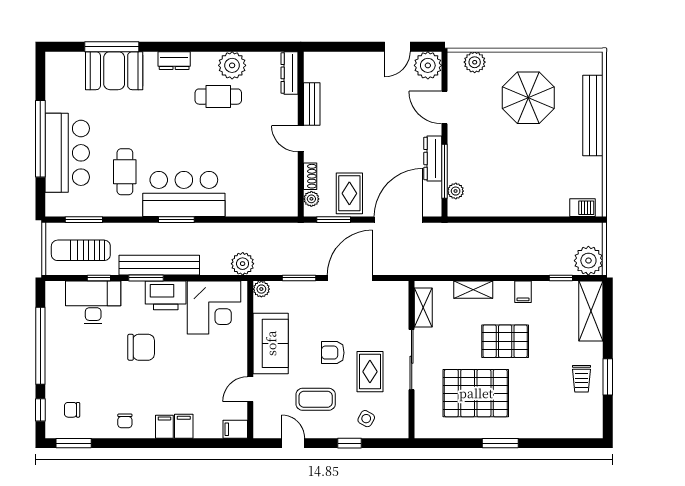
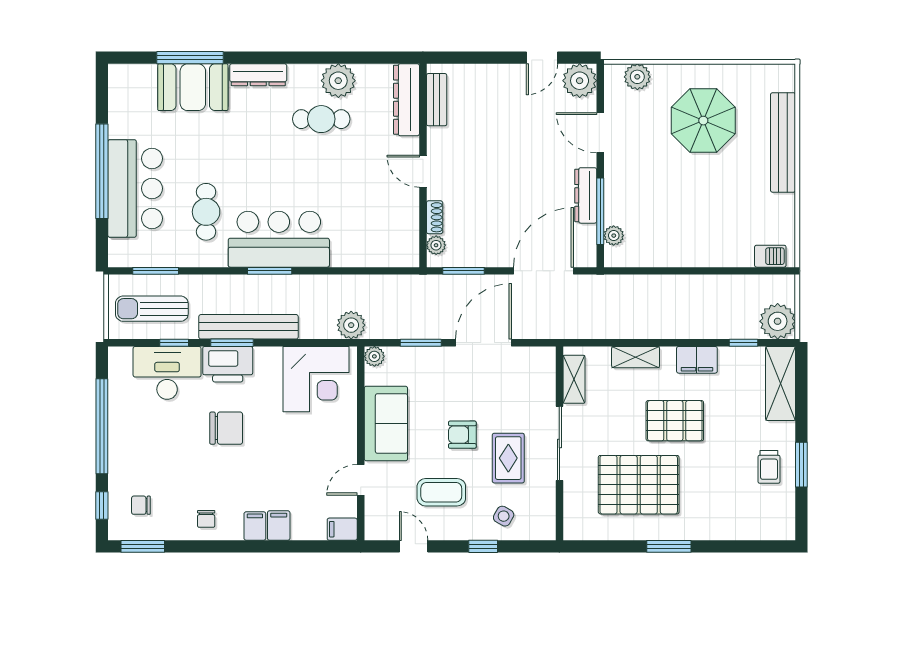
dresser: (174, 61) -> (258, 75), width x1.44
dresser: (289, 73) -> (406, 100), width x1.37, depth x1.24
bench: (312, 104) -> (437, 100), moved
rug: (349, 193) -> (483, 238), removed
filing cabinet: (523, 292) -> (697, 360), width x2.00
printer: (166, 295) -> (228, 364), moved

